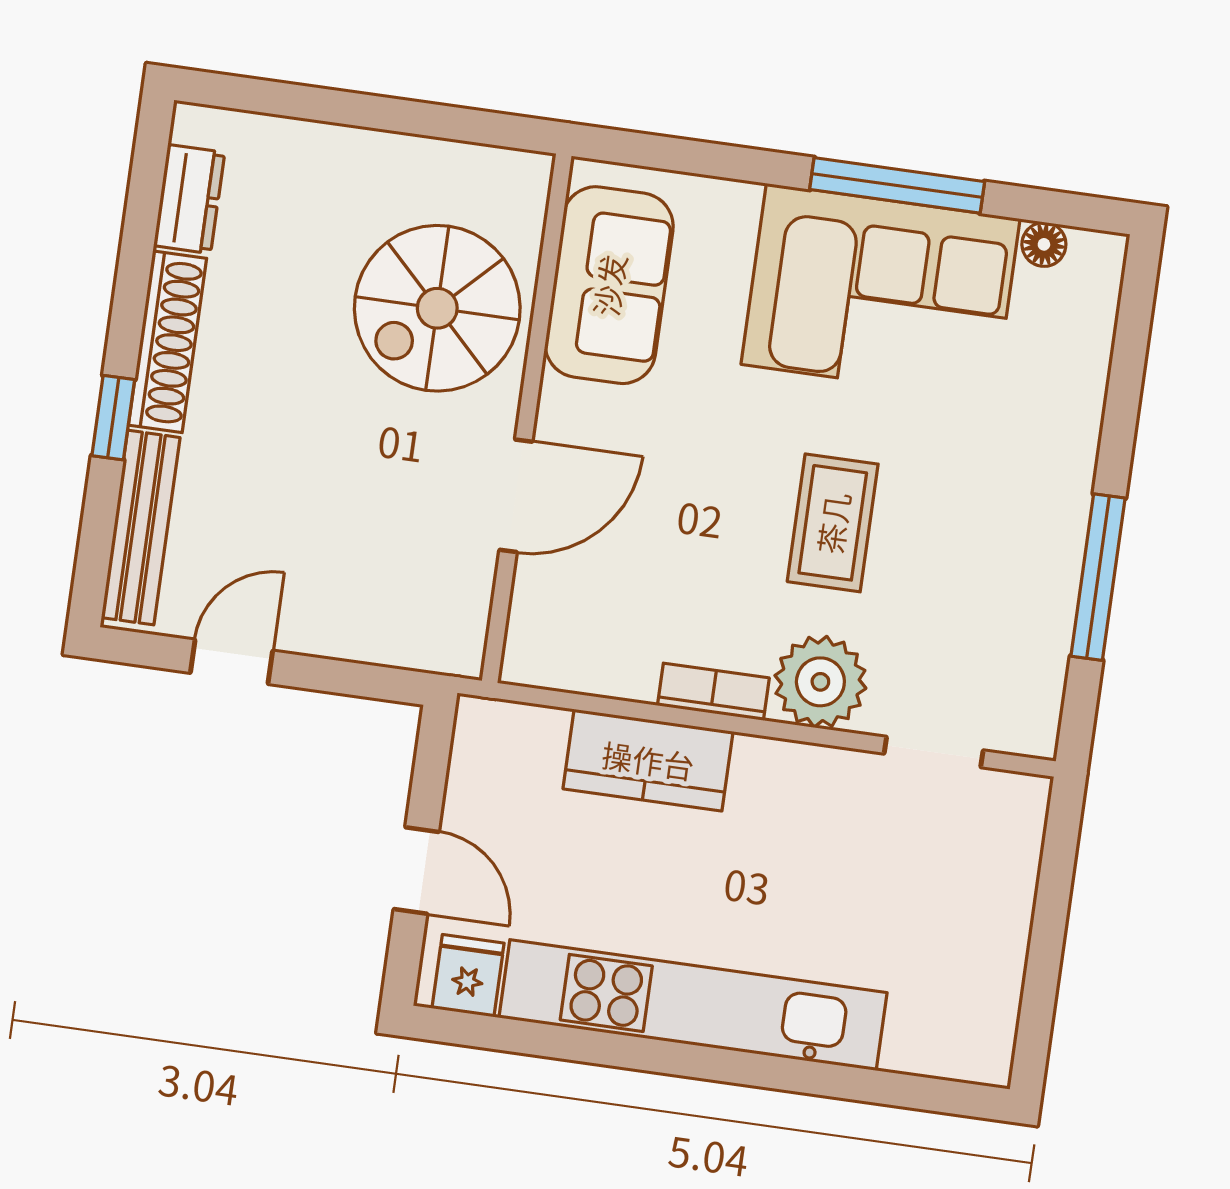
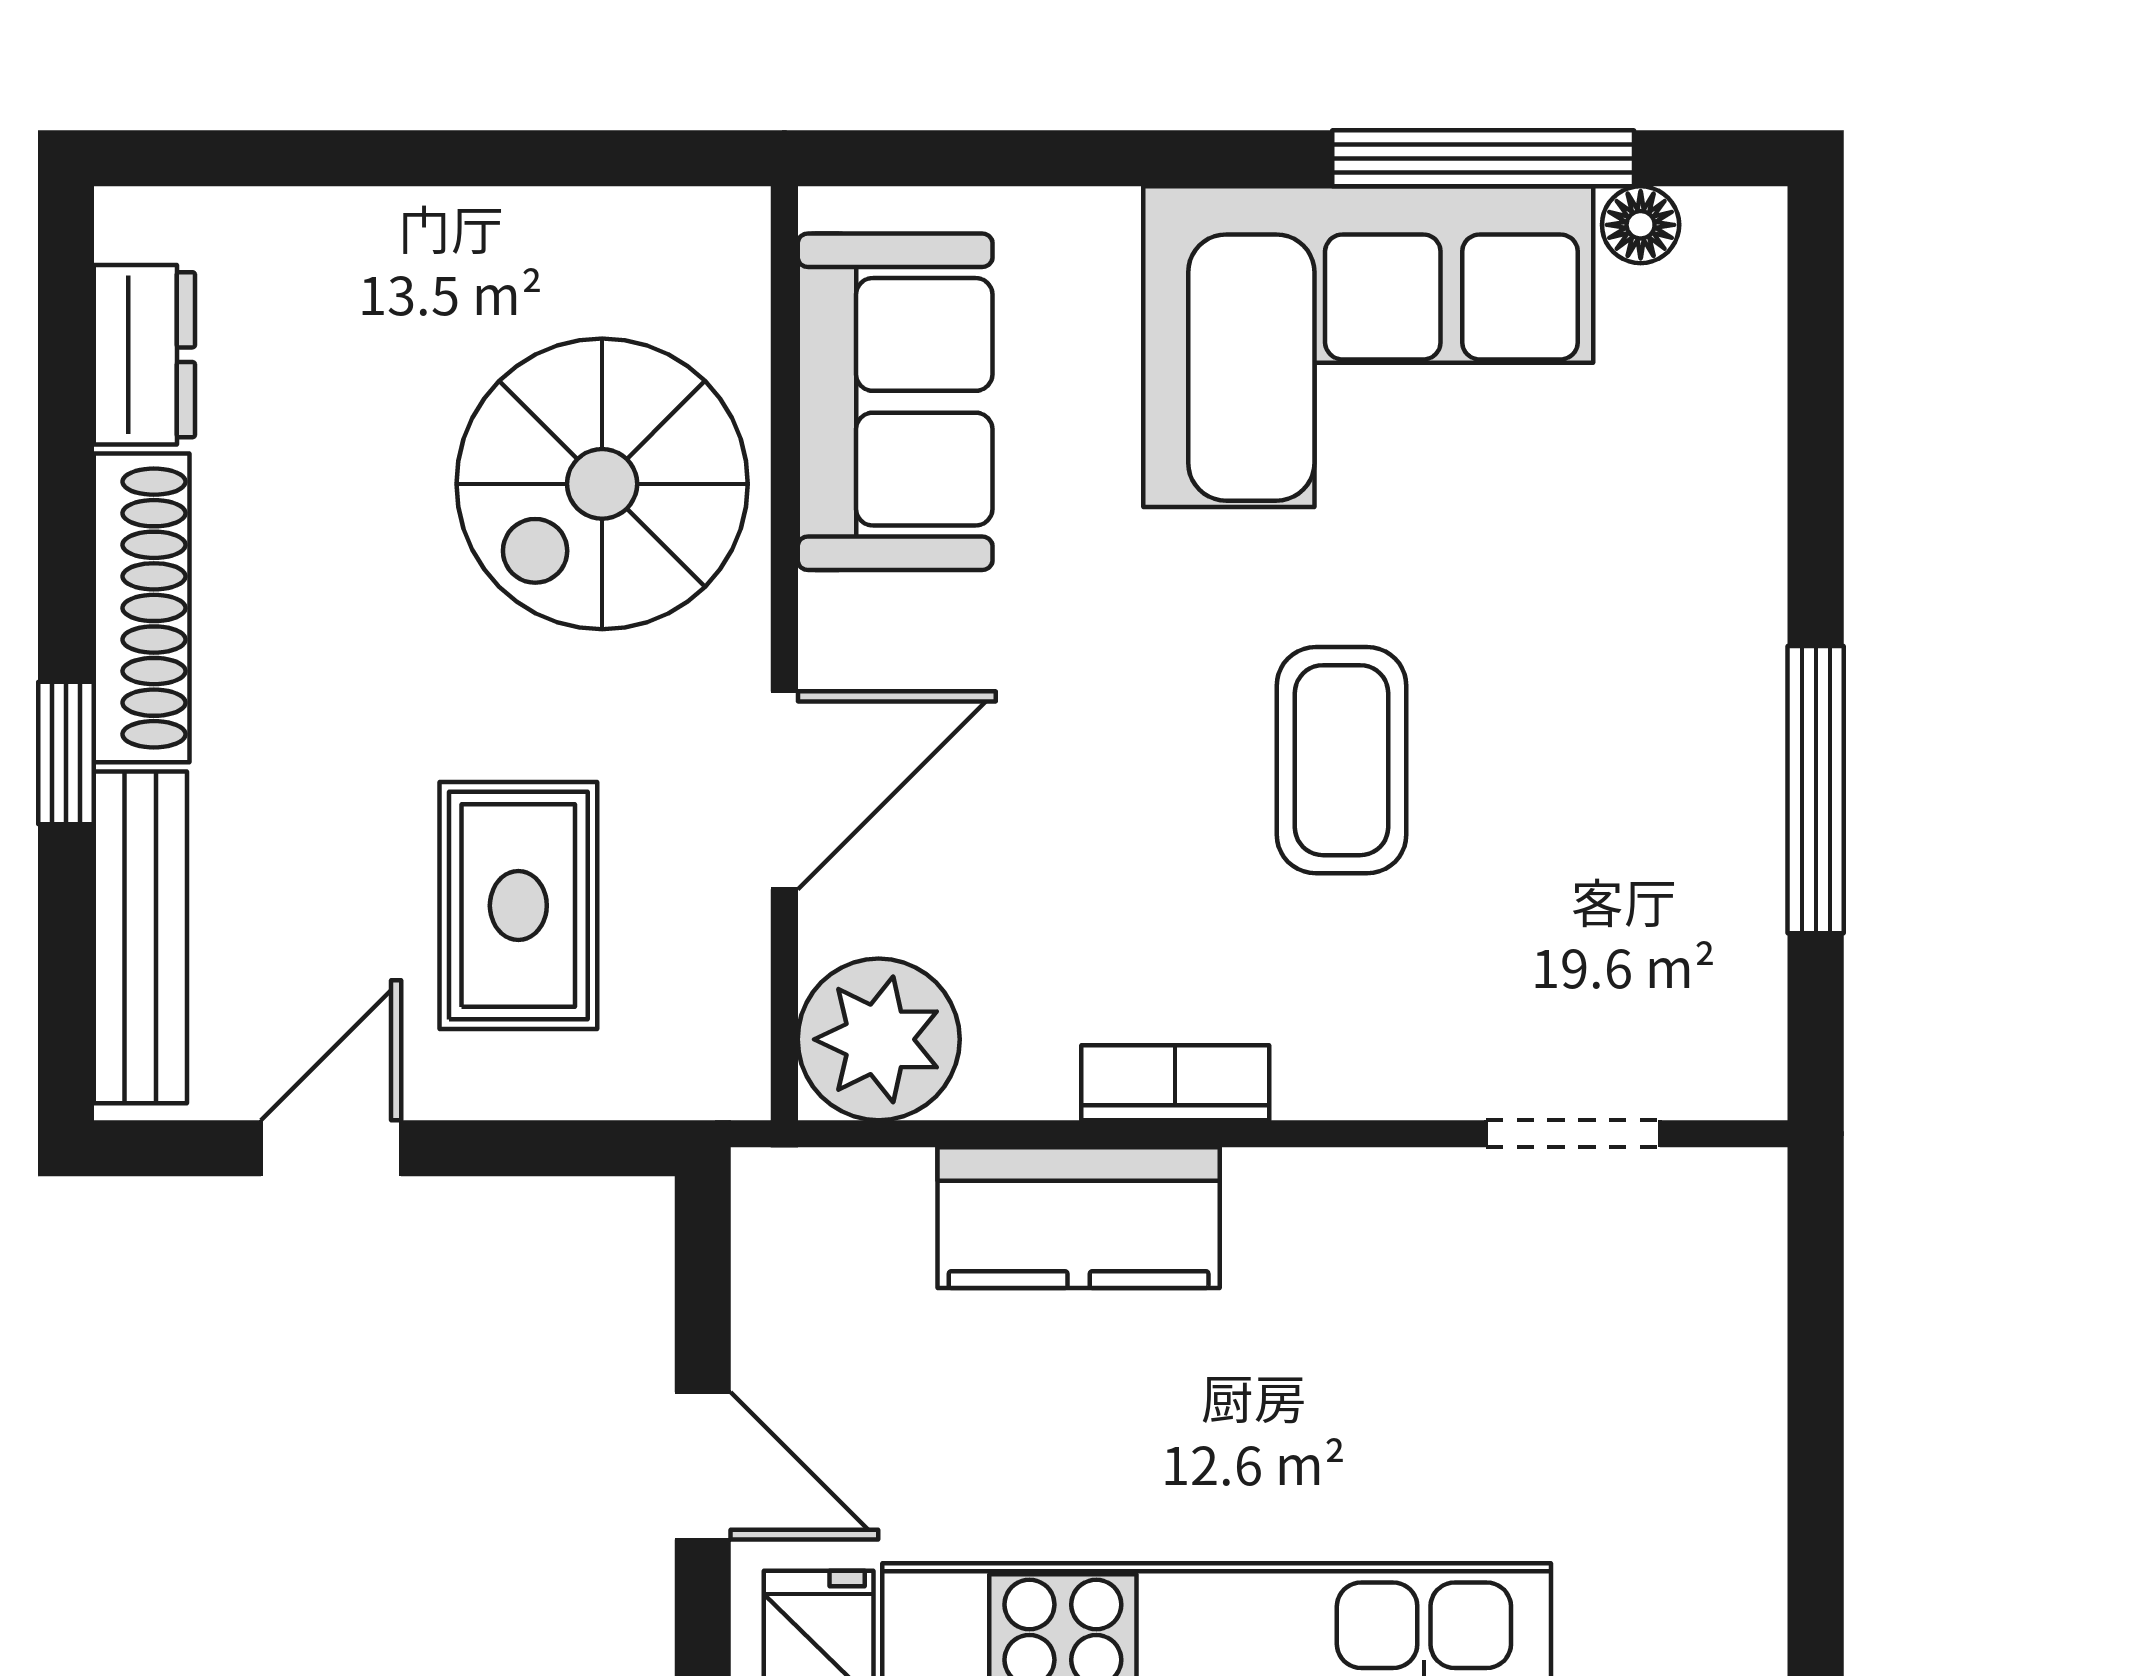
window: (897, 185) -> (1483, 158), moved
rug: (357, 540) -> (518, 906), added
plant: (820, 682) -> (879, 1039), moved

